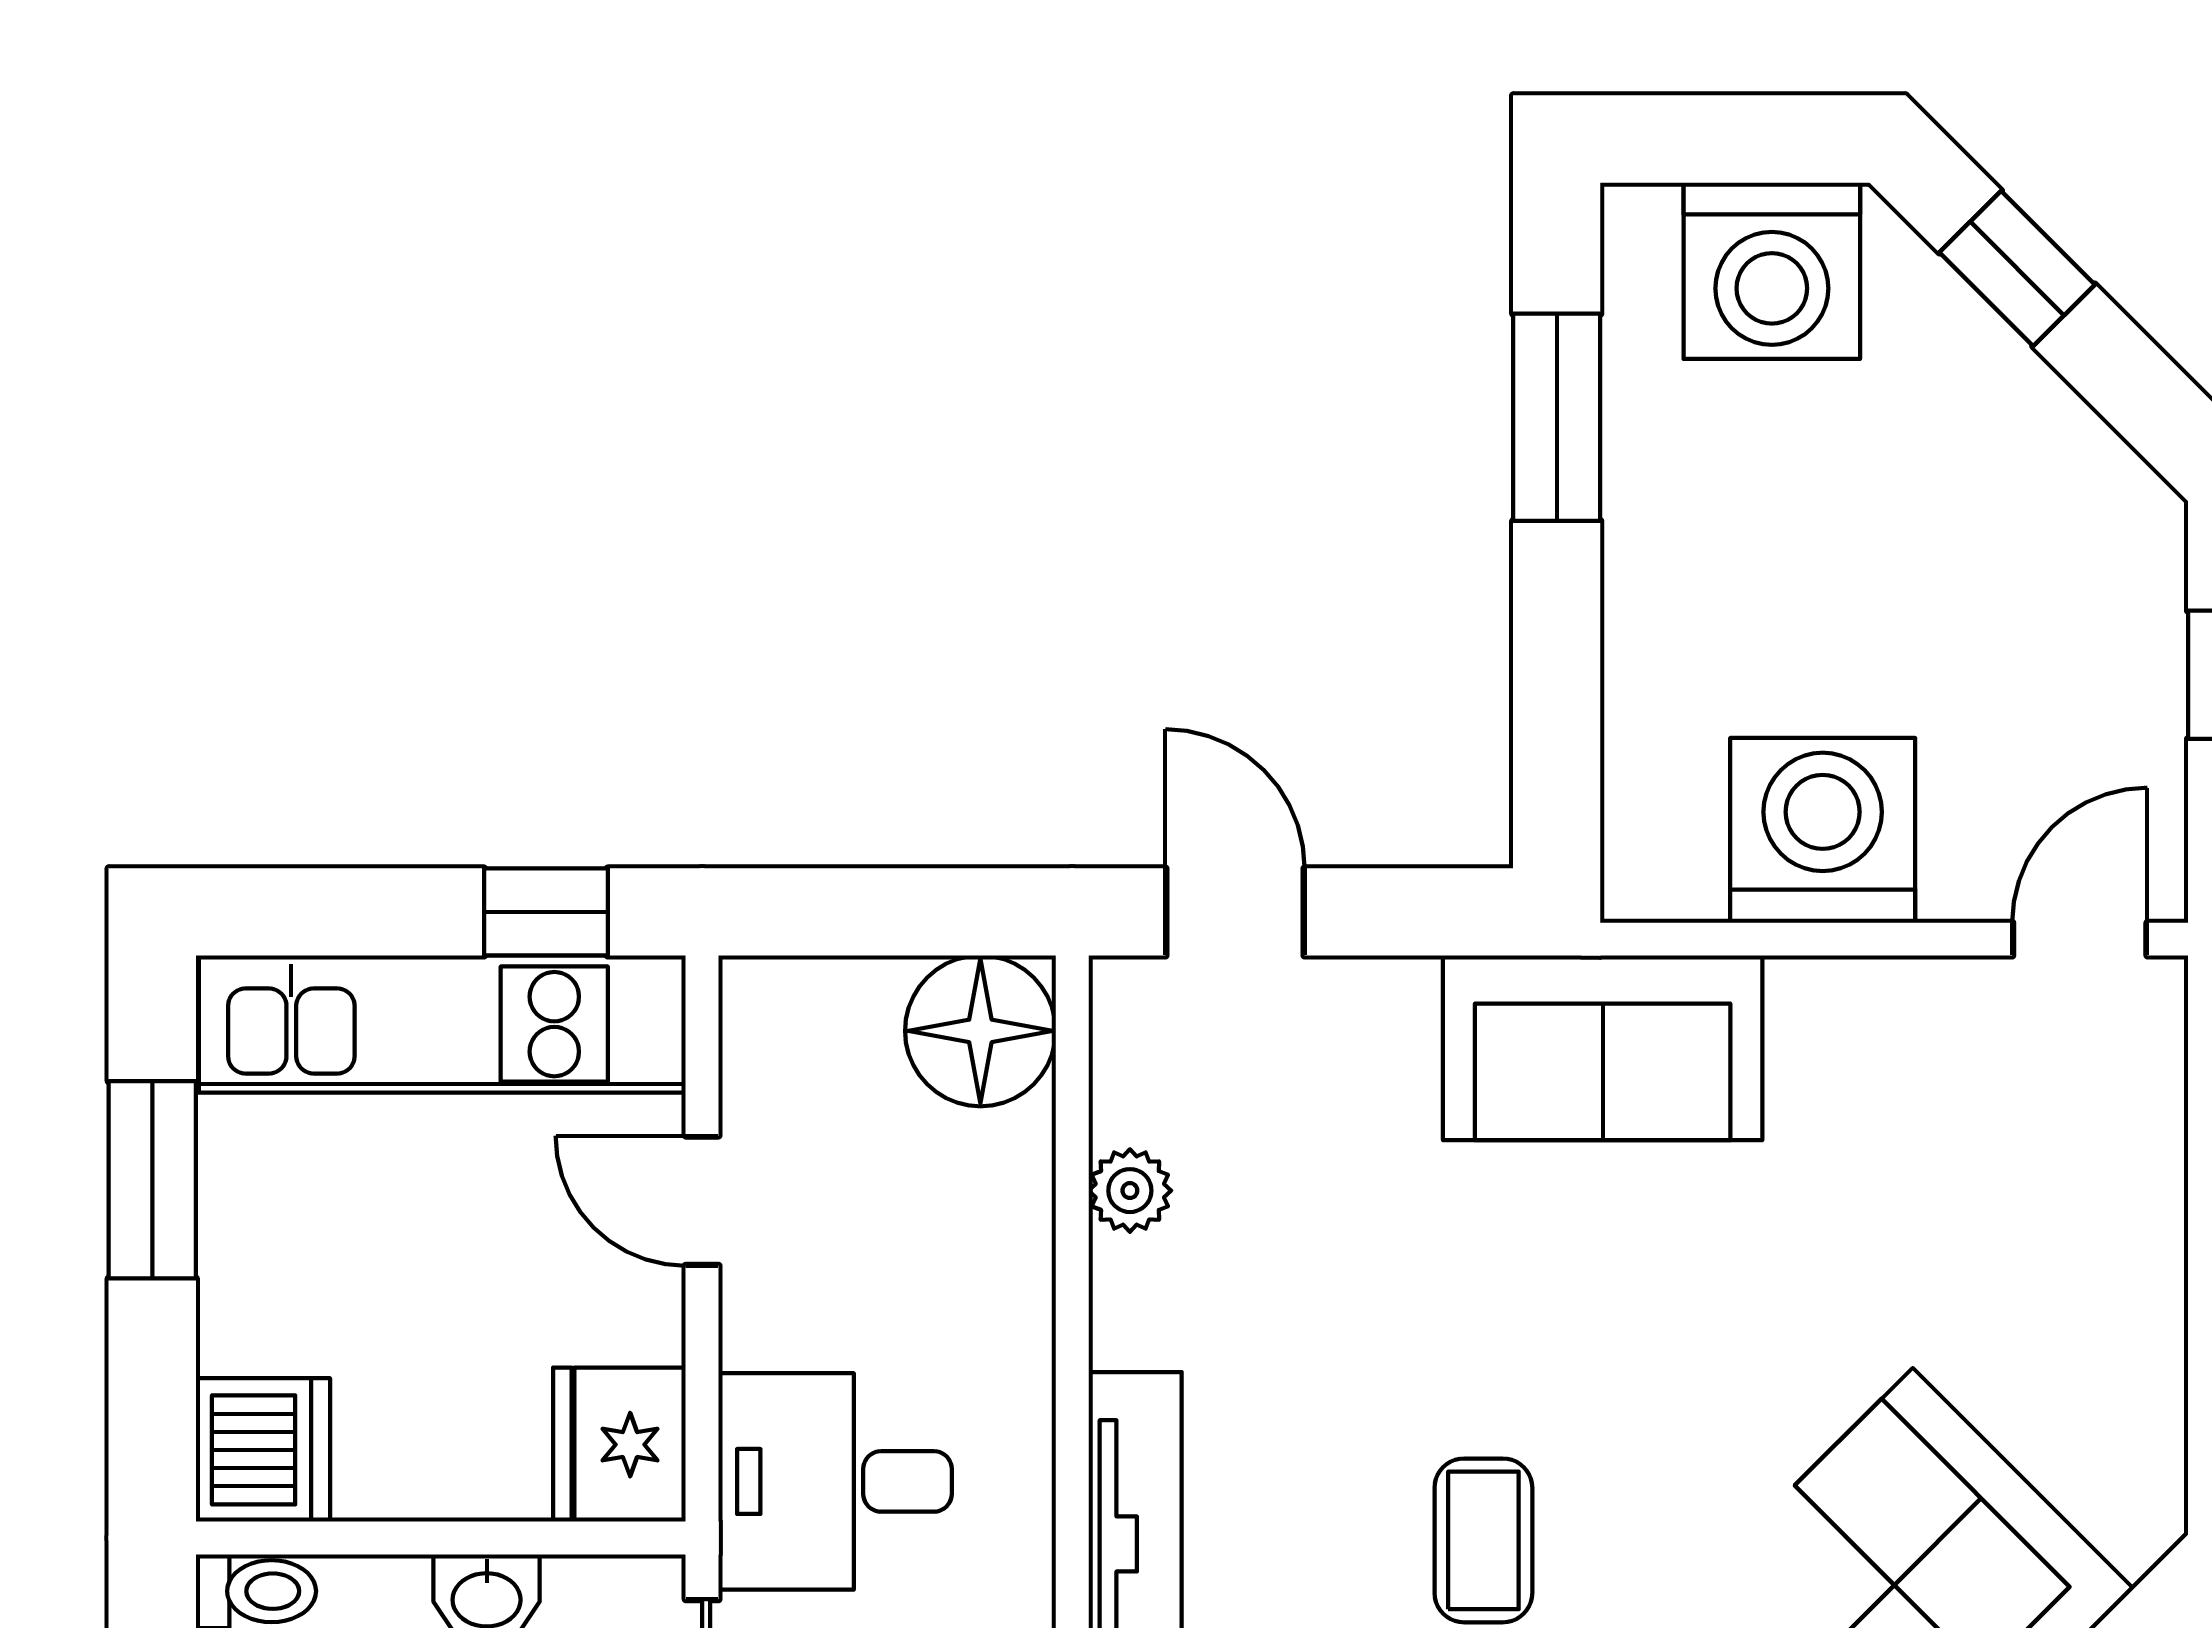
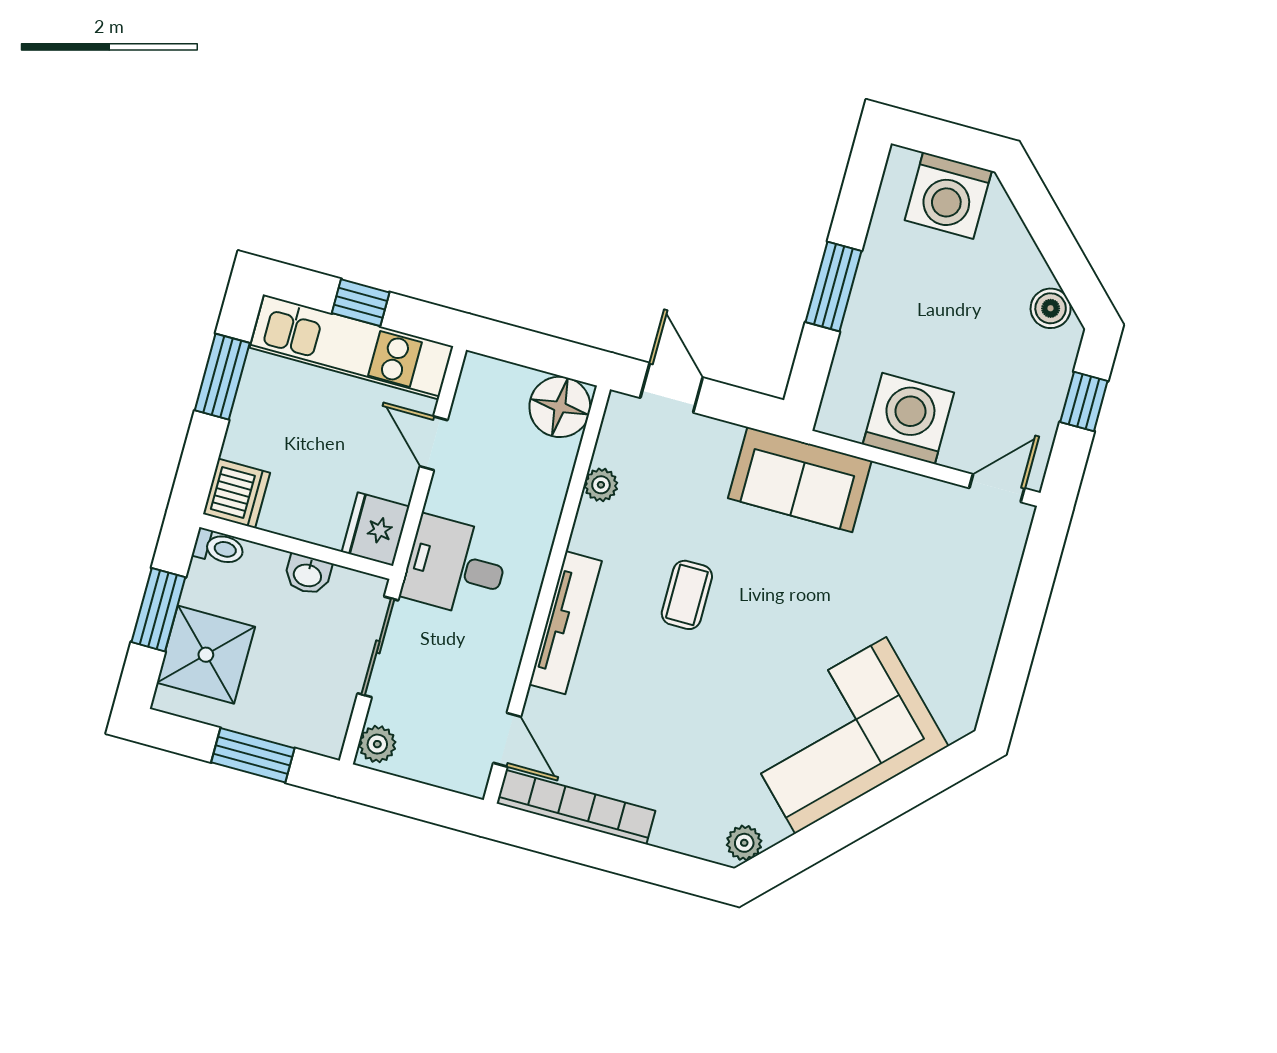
window: (2017, 268) -> (1044, 221), removed
window: (1557, 417) -> (833, 286), moved
boiler: (2091, 474) -> (1051, 308), added
window: (546, 912) -> (361, 303), moved
coffee table: (1483, 1540) -> (687, 595), moved

